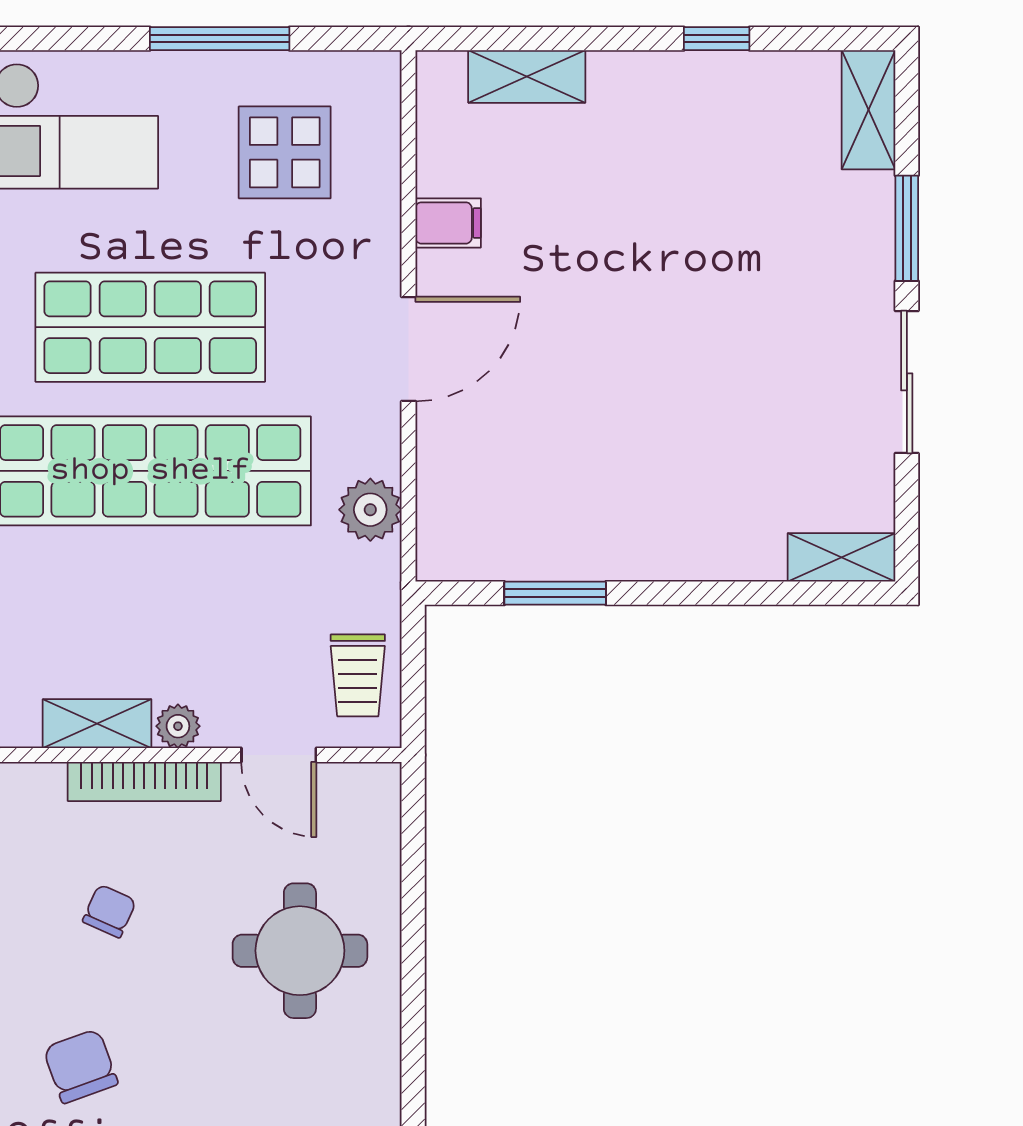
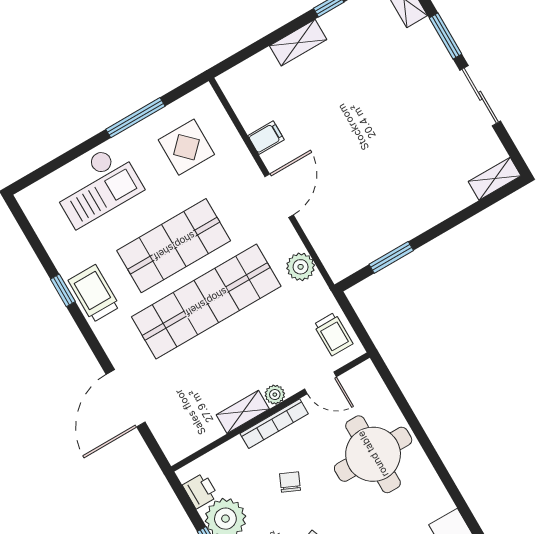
shelving: (527, 76) -> (298, 43), moved
round table: (300, 951) -> (373, 454), width x1.36, depth x1.36

